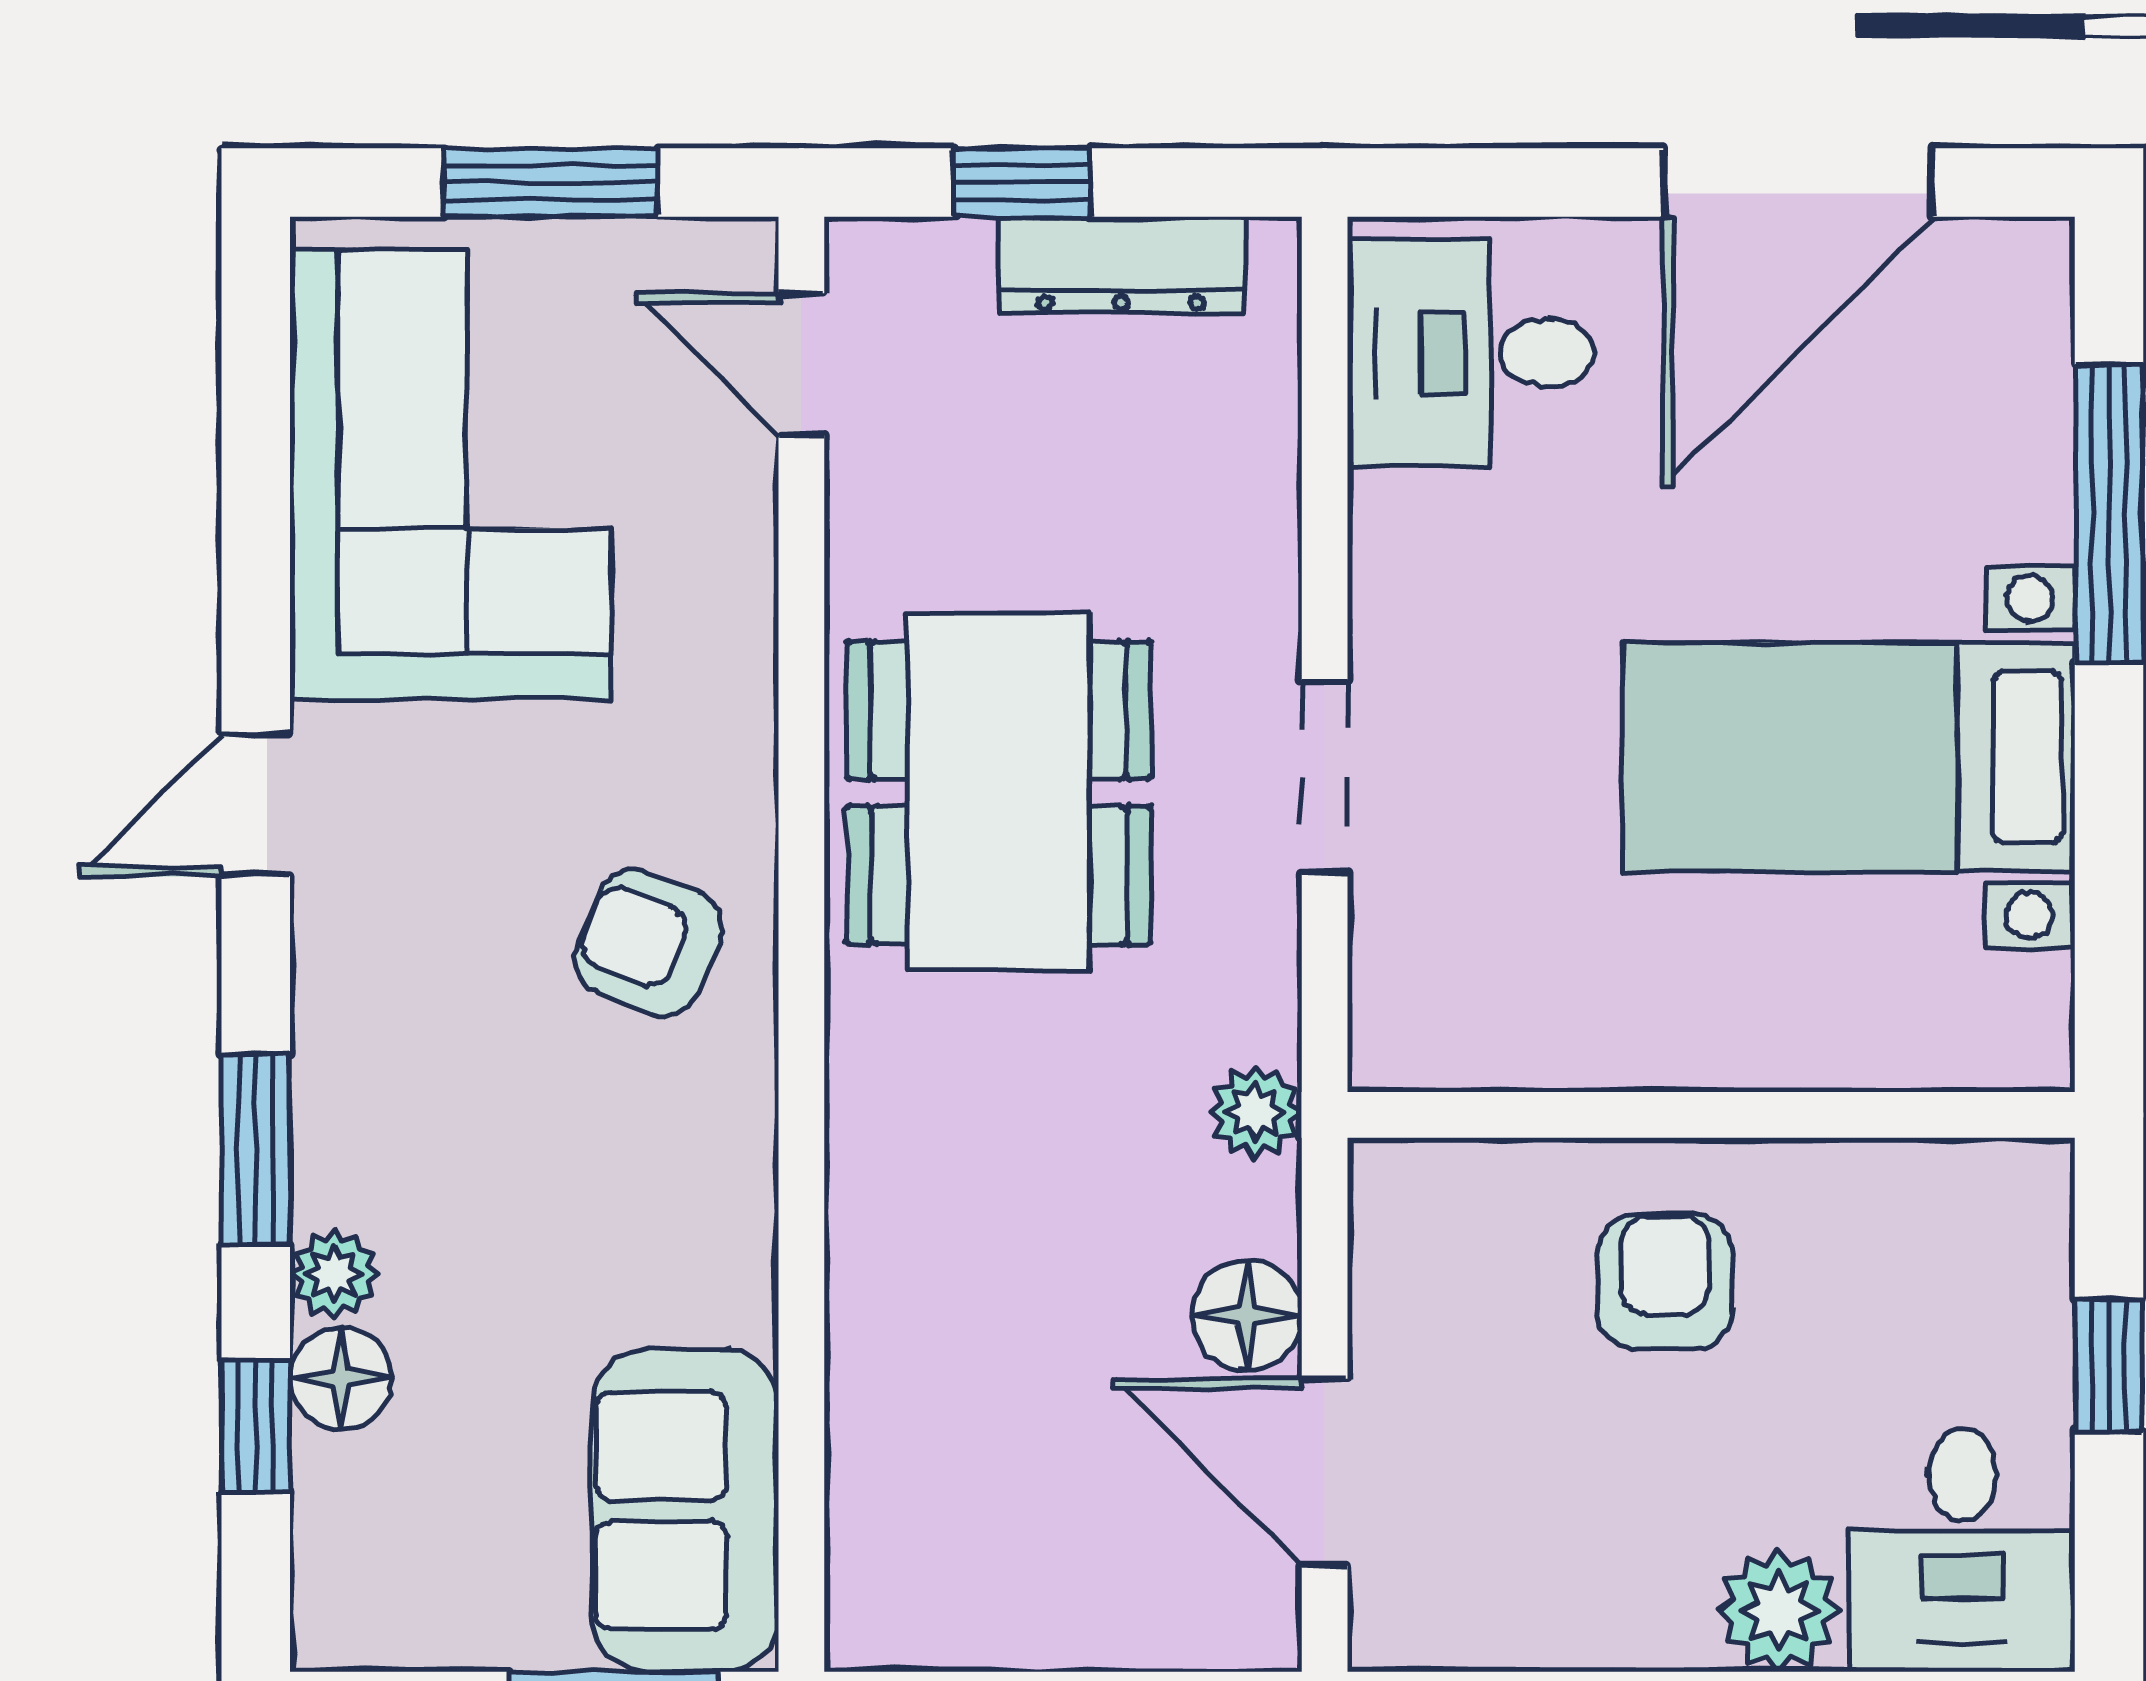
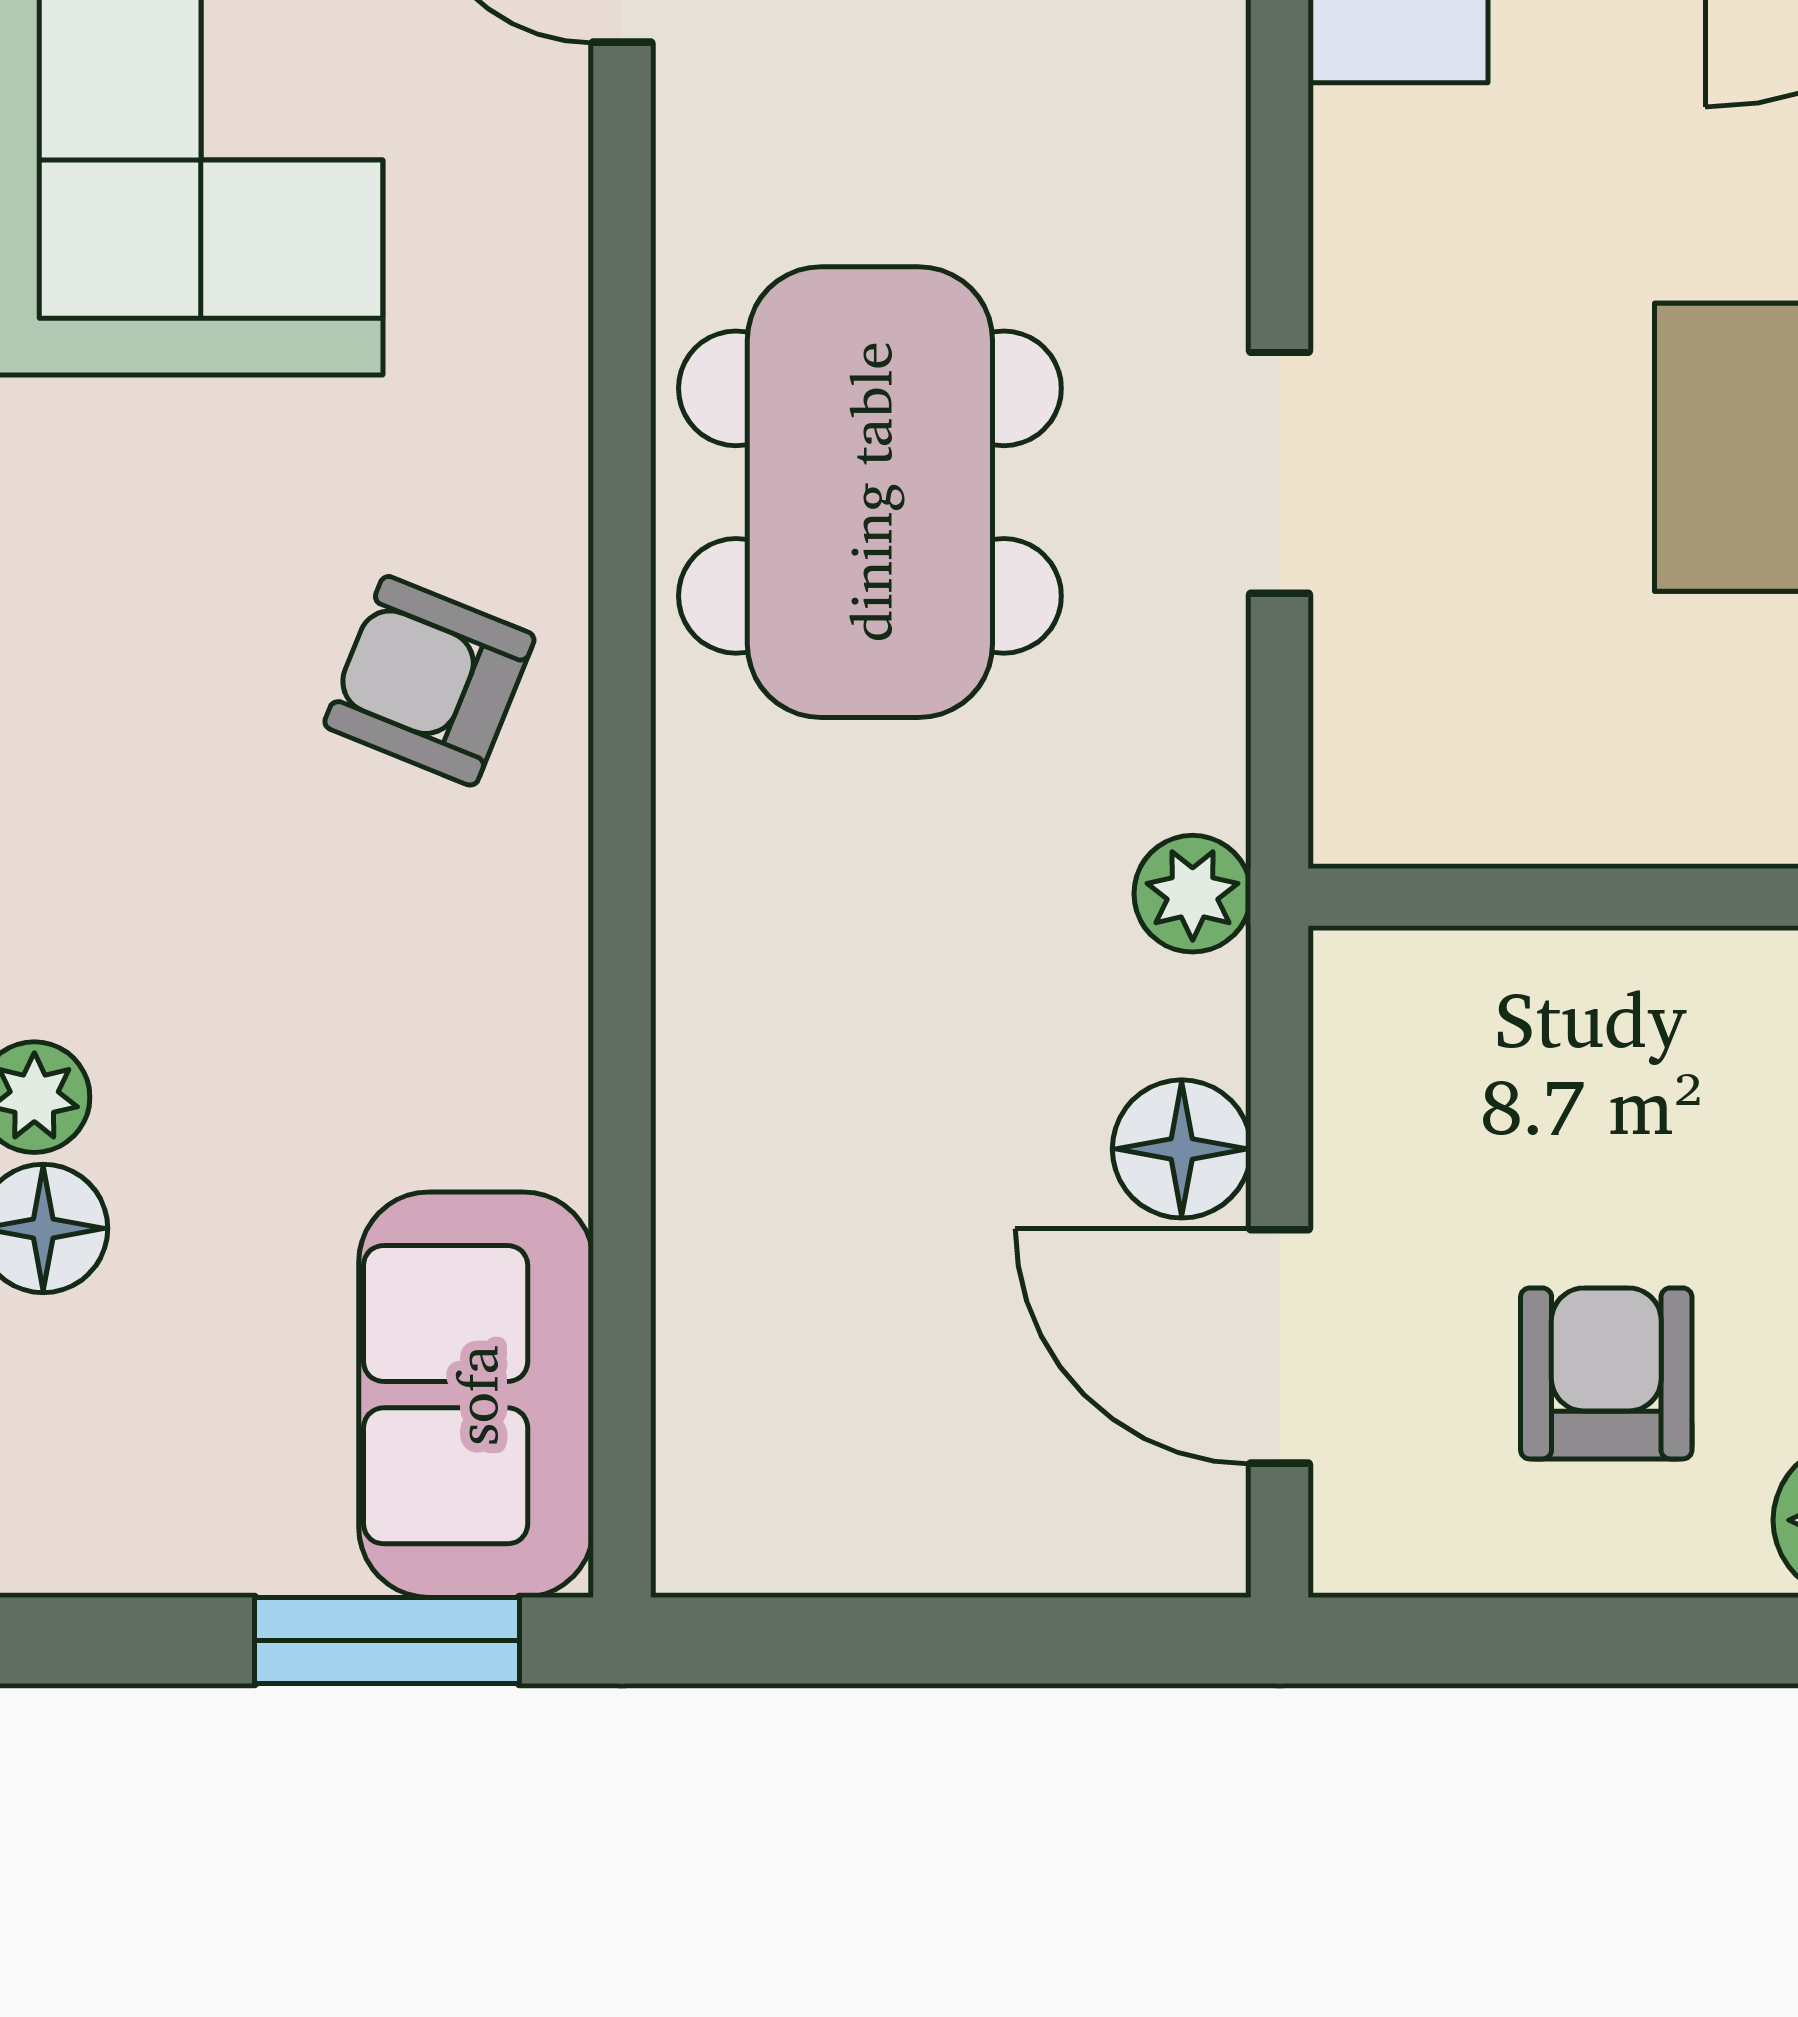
armchair: (1665, 1282) -> (1606, 1373), moved

